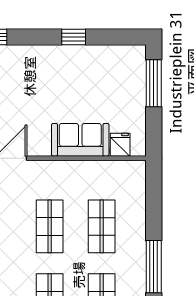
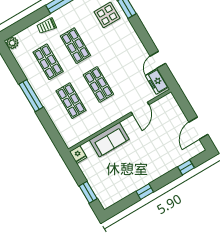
window: (154, 83) -> (88, 192), width x0.69
fridge: (120, 145) -> (78, 155), moved

